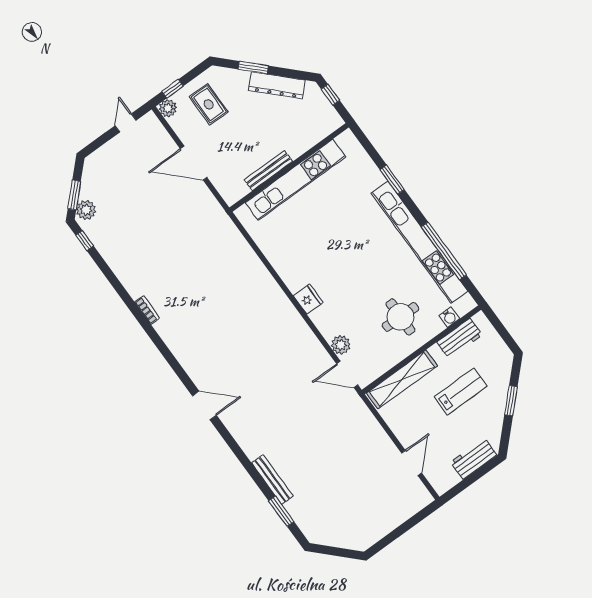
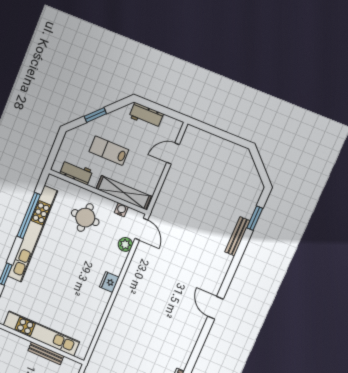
water cooler: (449, 317) -> (121, 210), moved

